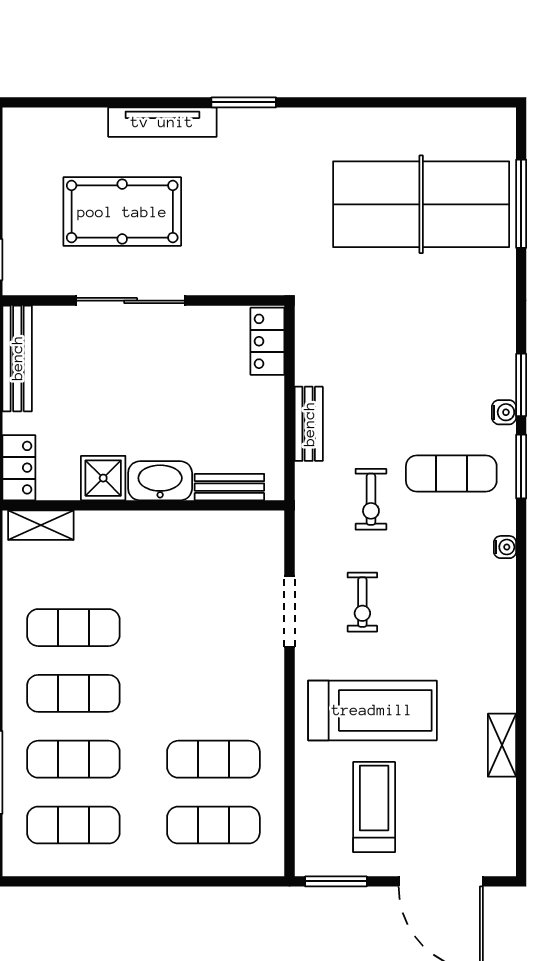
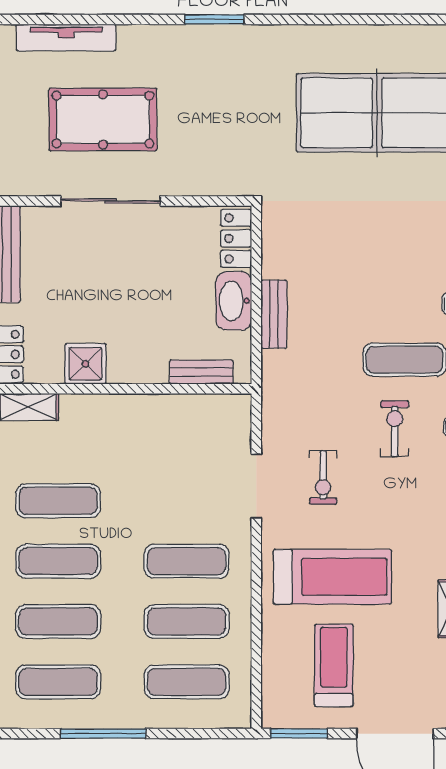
tv unit: (162, 122) -> (66, 38), moved
washbasin: (160, 481) -> (234, 301), moved, turned -90
exercise bike: (371, 499) -> (395, 429), moved, turned 180
exercise mat: (213, 693) -> (187, 561), added
window: (122, 881) -> (103, 734), added

